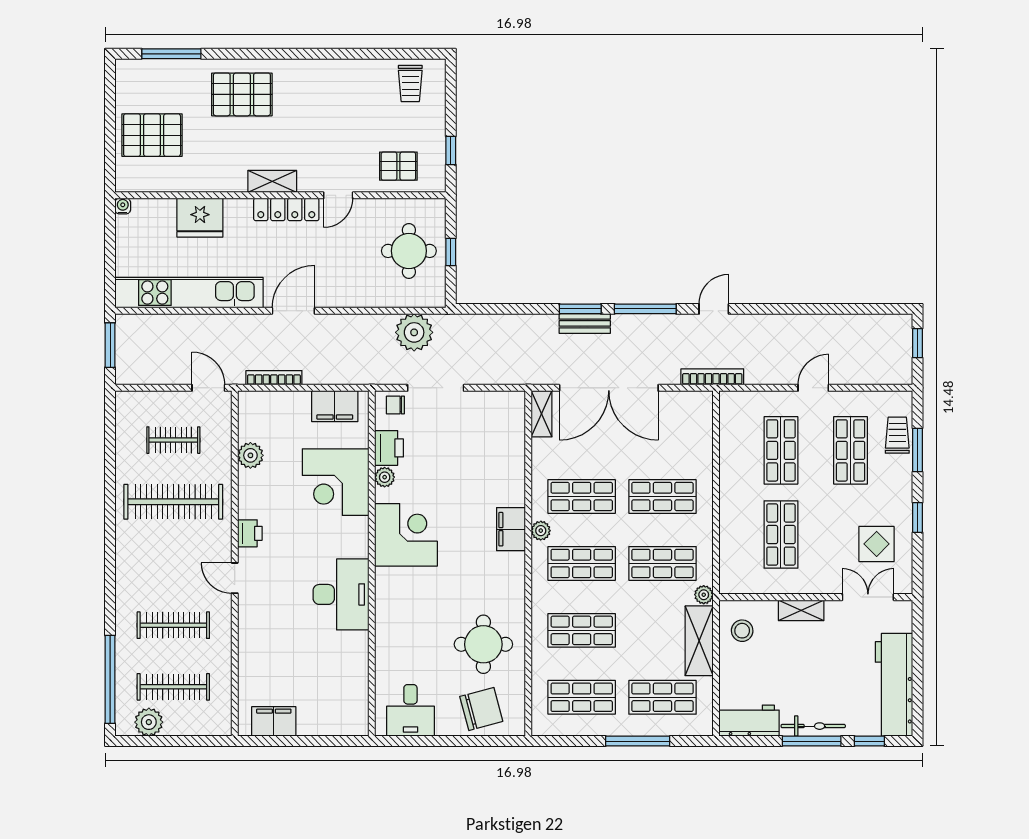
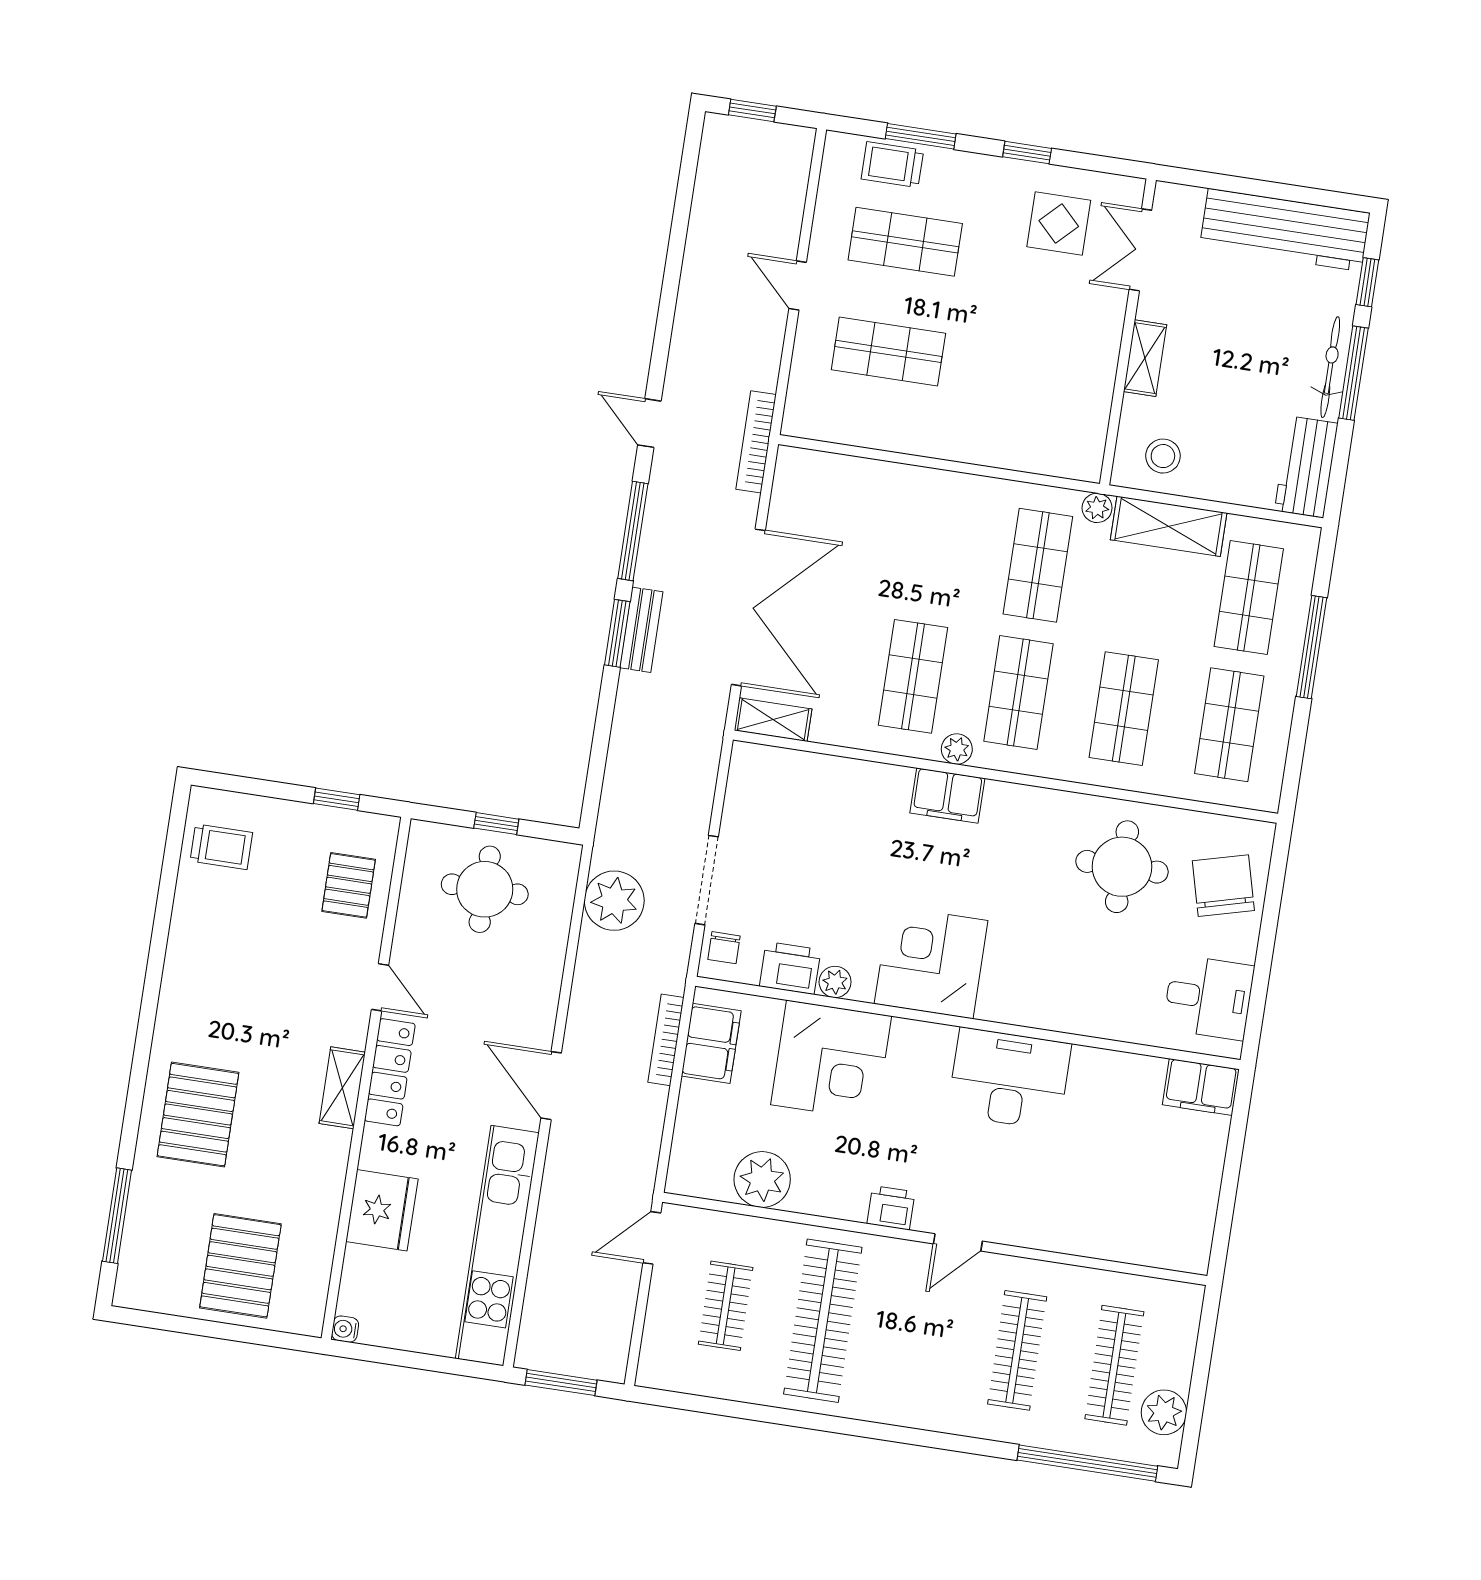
bookcase: (274, 378) -> (666, 1040), moved
plant: (250, 455) -> (762, 1179), width x1.36, depth x1.36
shop shelf: (662, 497) -> (932, 549), removed
shop shelf: (781, 535) -> (1021, 372), removed
filing cabinet: (274, 721) -> (1201, 1087), moved, turned -90

